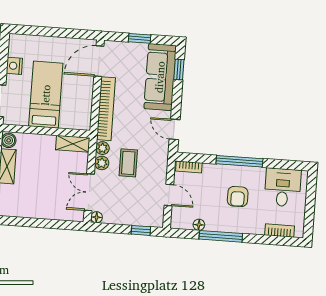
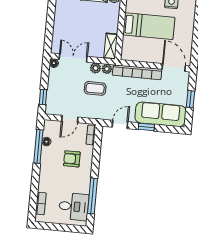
window: (179, 70) -> (146, 127), moved
window: (239, 161) -> (92, 196), moved
armchair: (238, 197) -> (72, 159), moved
window: (221, 236) -> (38, 146), moved

